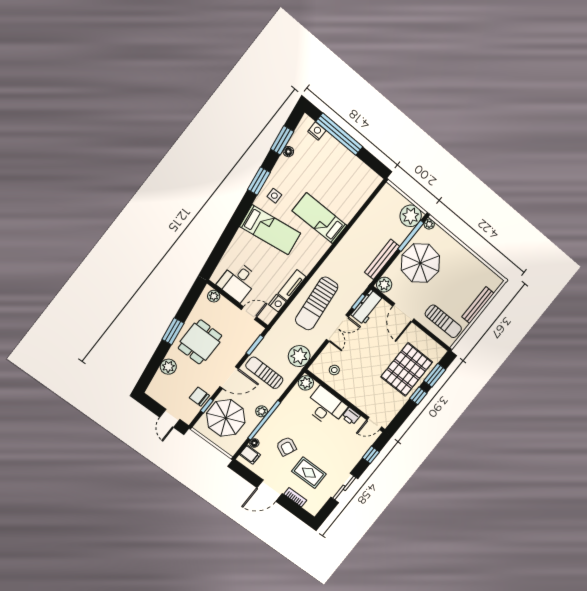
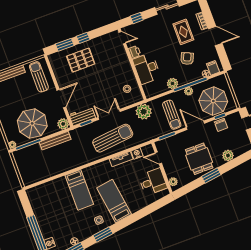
plant: (411, 216) -> (21, 157), removed
dining table: (200, 342) -> (199, 159), turned 90
pallet: (407, 369) -> (81, 60), width x0.73, depth x0.71
plant: (306, 383) -> (173, 84), moved

